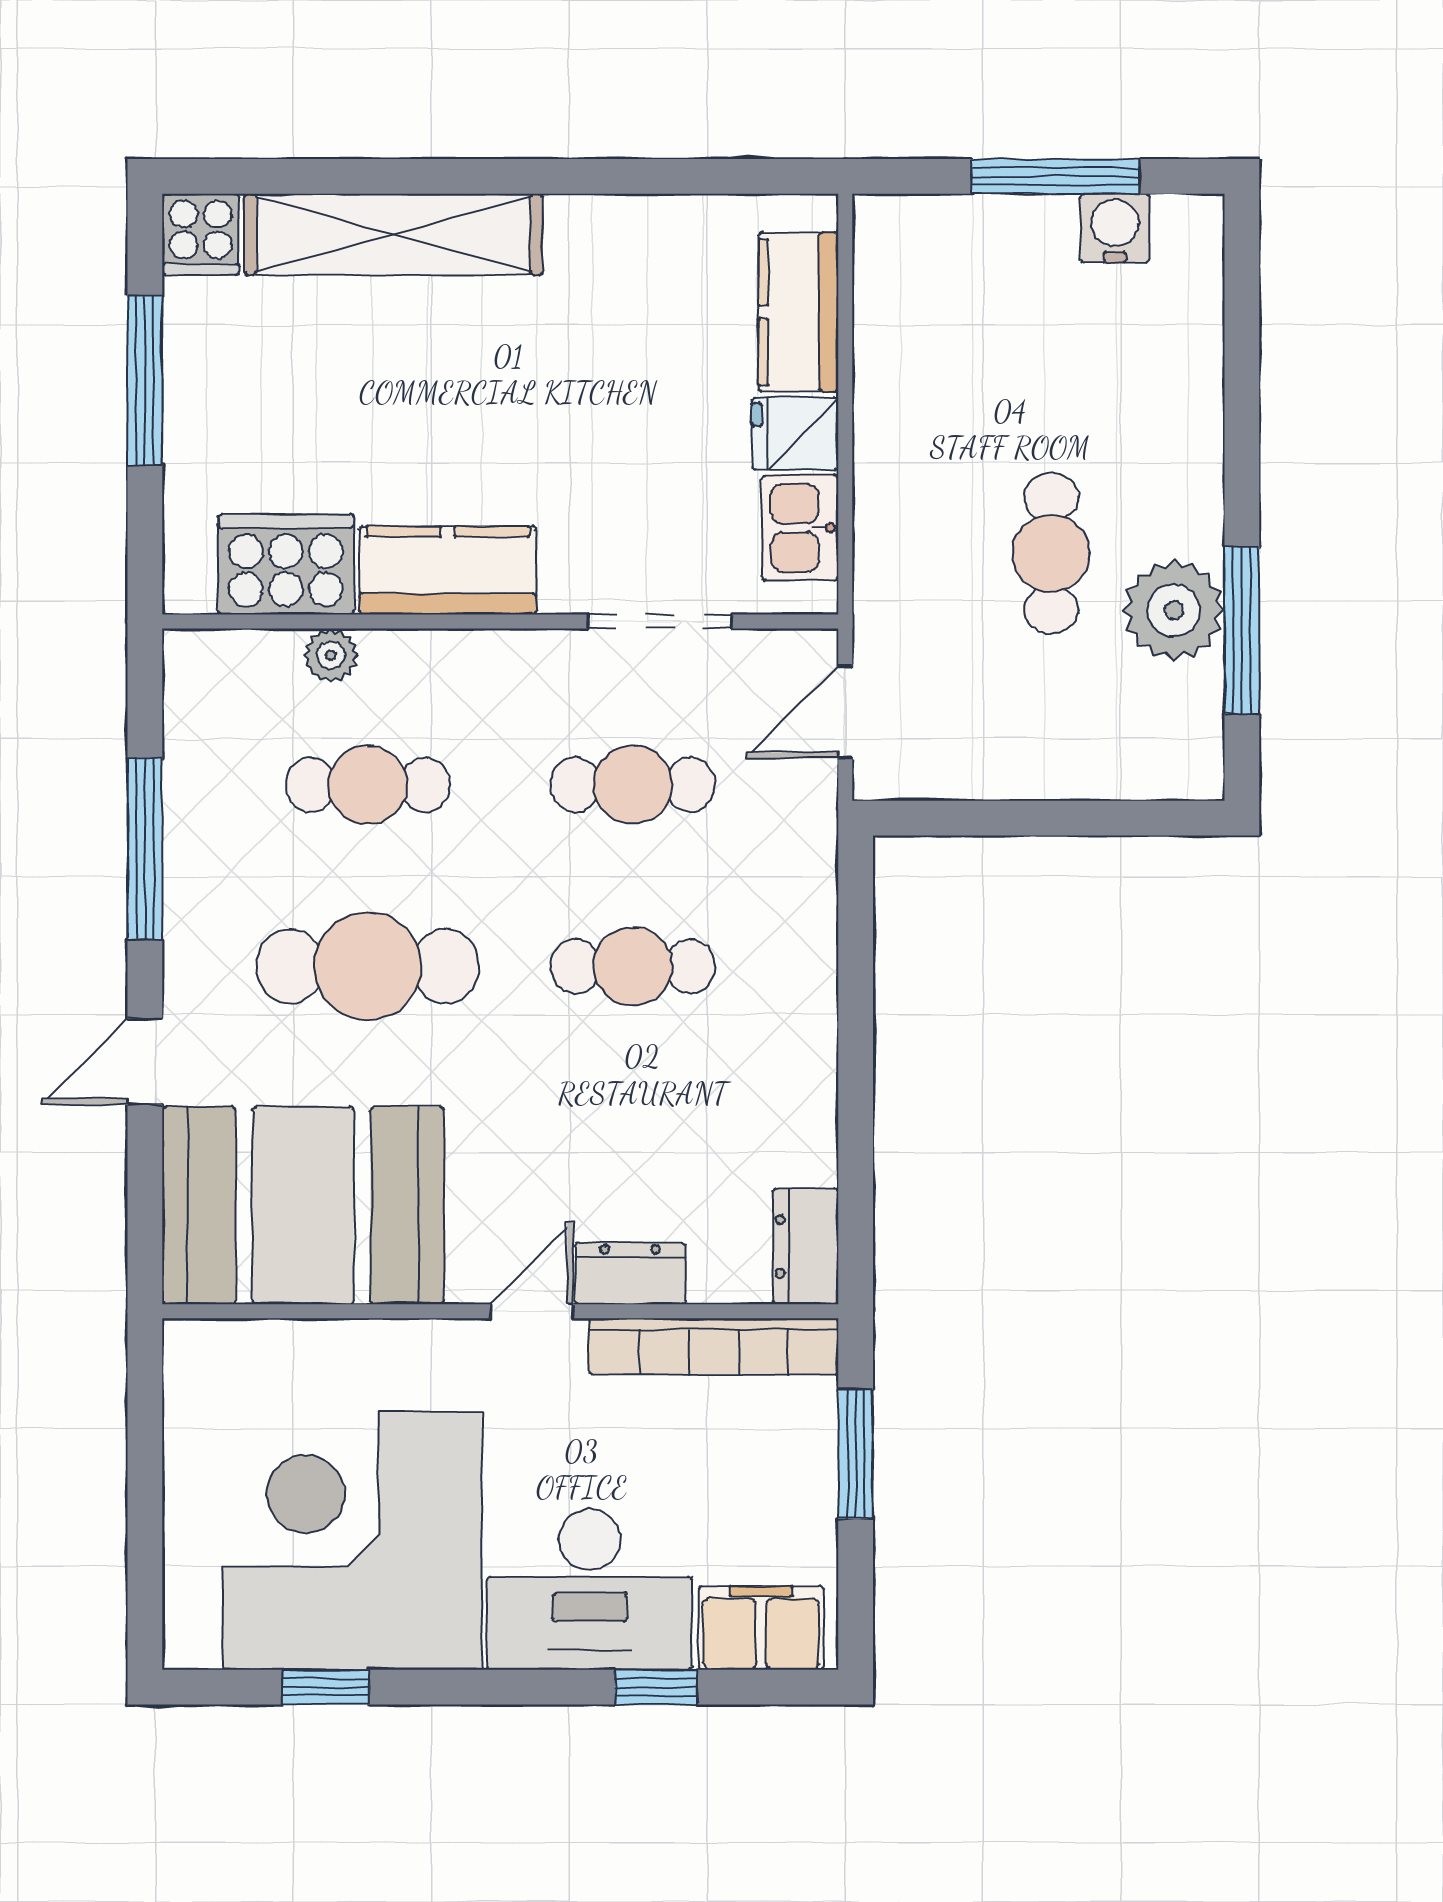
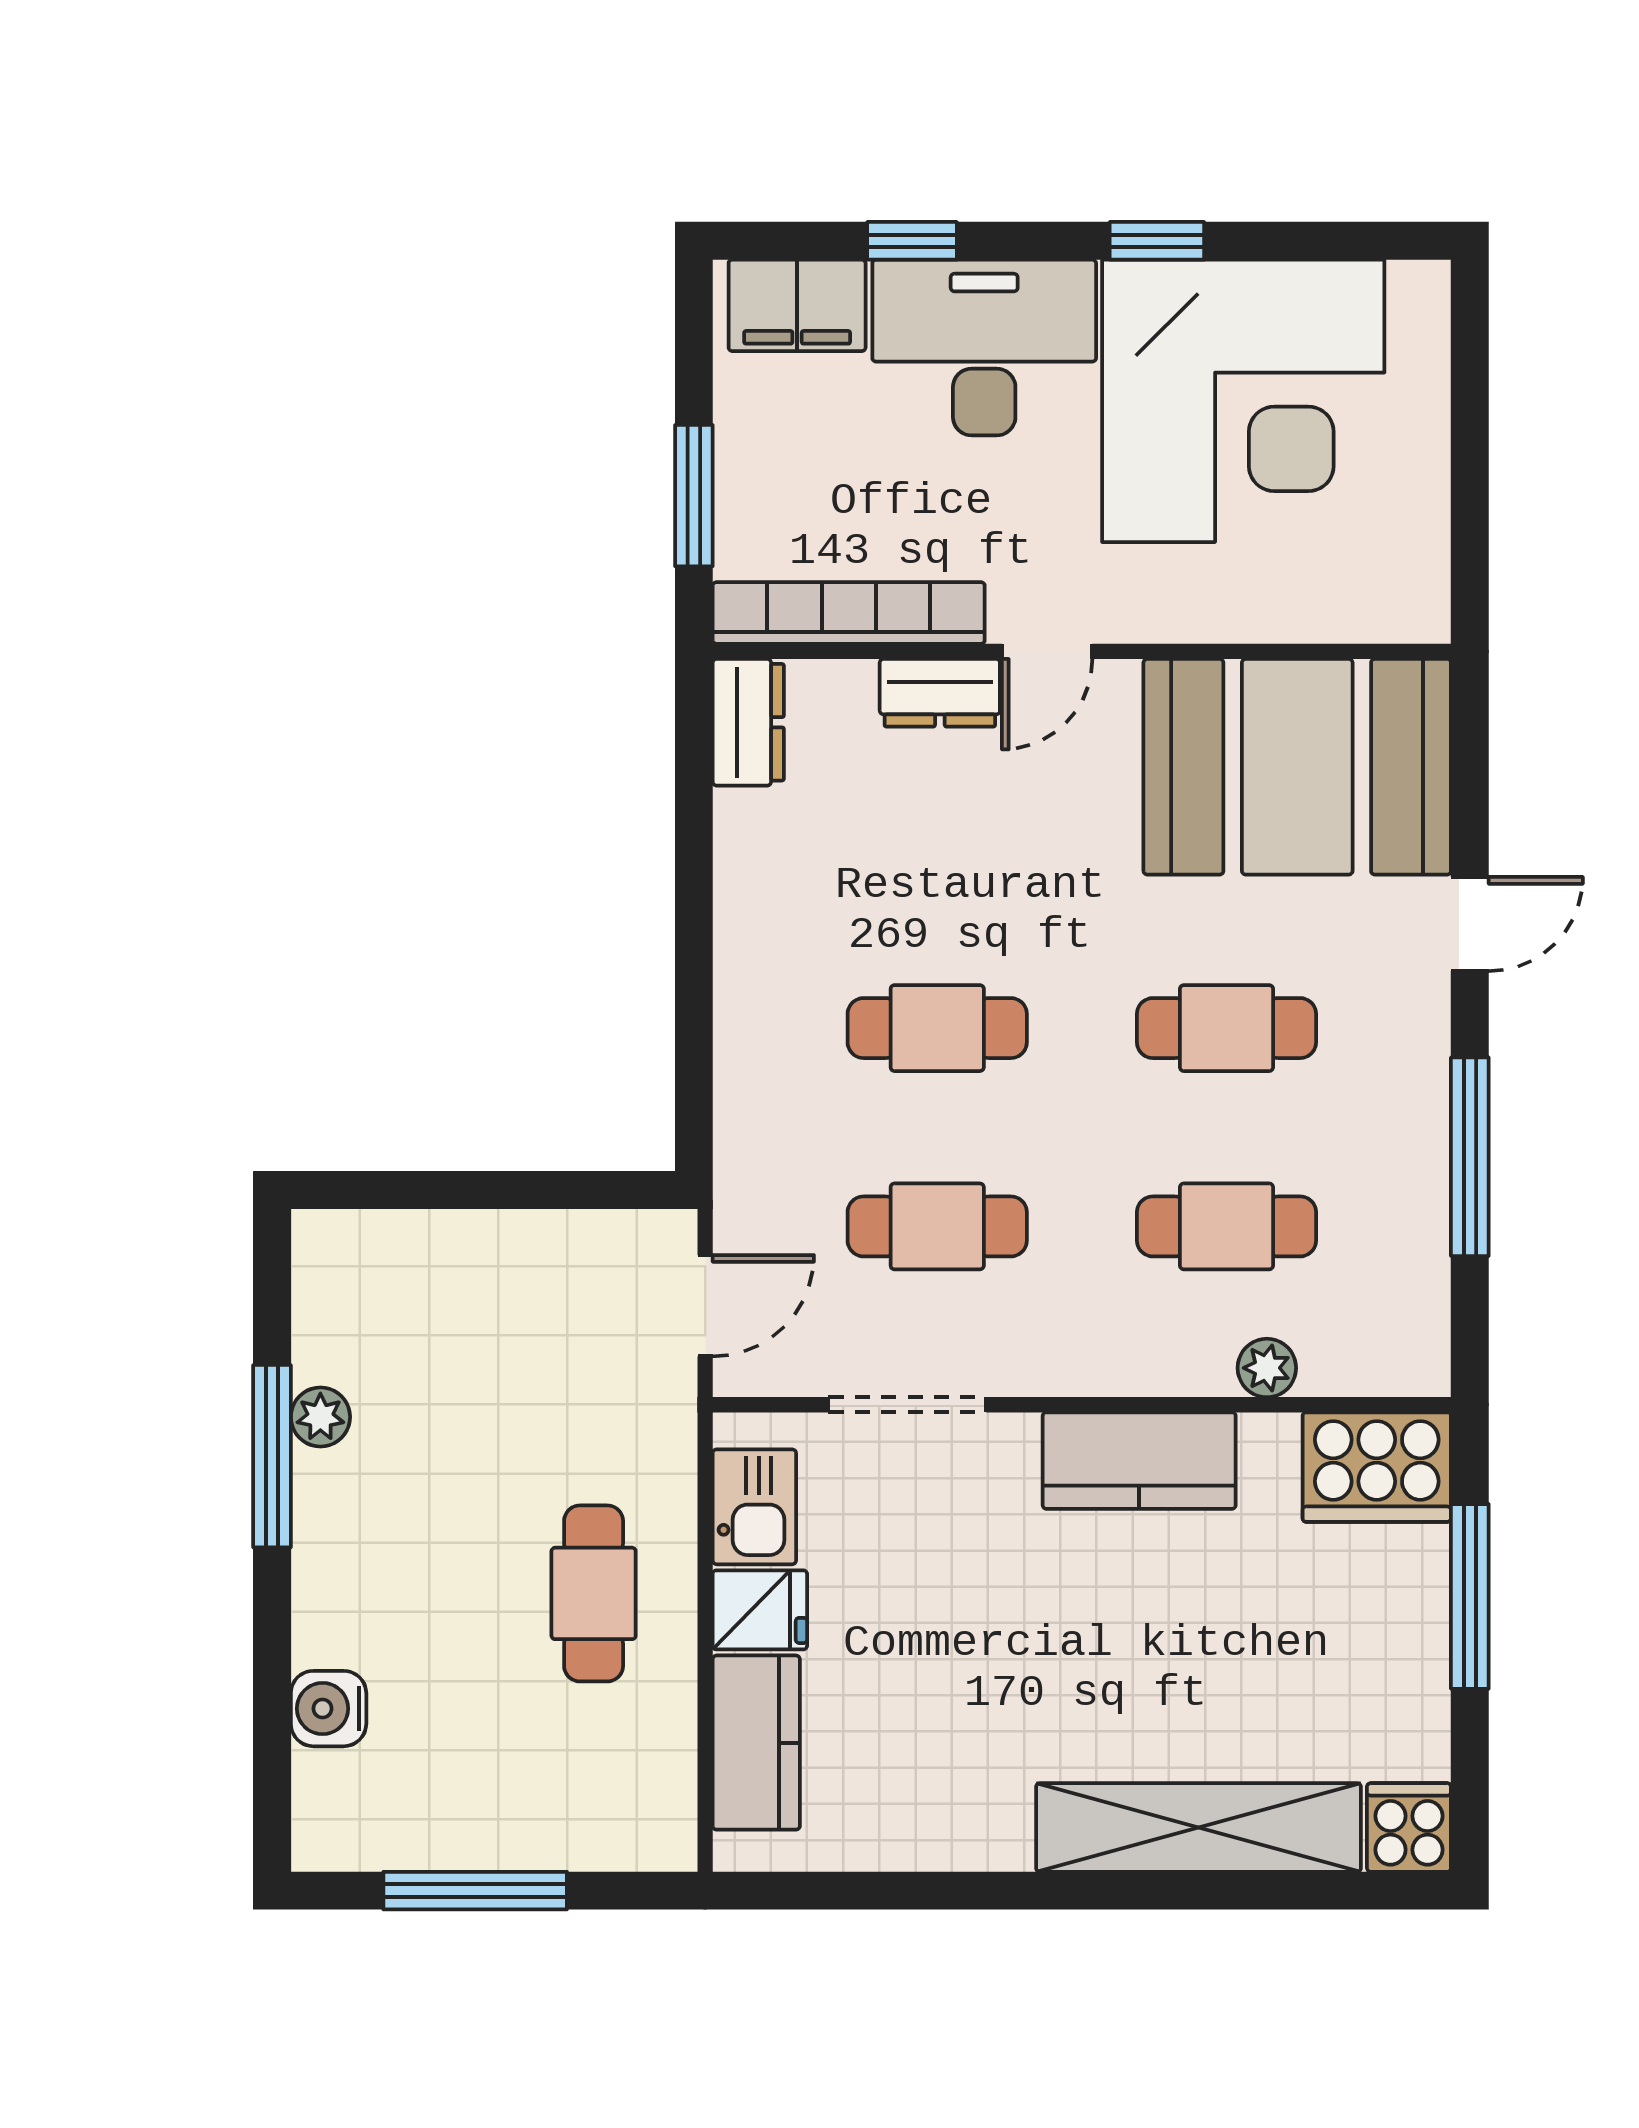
water cooler: (1115, 228) -> (329, 1709), moved, turned 90
window: (145, 380) -> (1470, 1596), moved
cafe table: (1051, 553) -> (594, 1593), moved
cooker: (286, 564) -> (1377, 1467), moved
plant: (1174, 610) -> (320, 1417), width x0.53, depth x0.53
window: (1242, 630) -> (272, 1456), moved
cafe table: (368, 966) -> (1226, 1028), width x0.73, depth x0.74
window: (326, 1687) -> (1157, 241), moved

